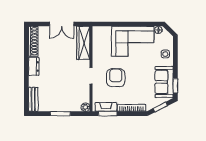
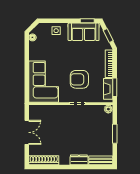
corner sofa: (133, 41) -> (44, 82), moved
wardrobe: (83, 43) -> (45, 111), removed
dresser: (34, 66) -> (79, 160), moved

